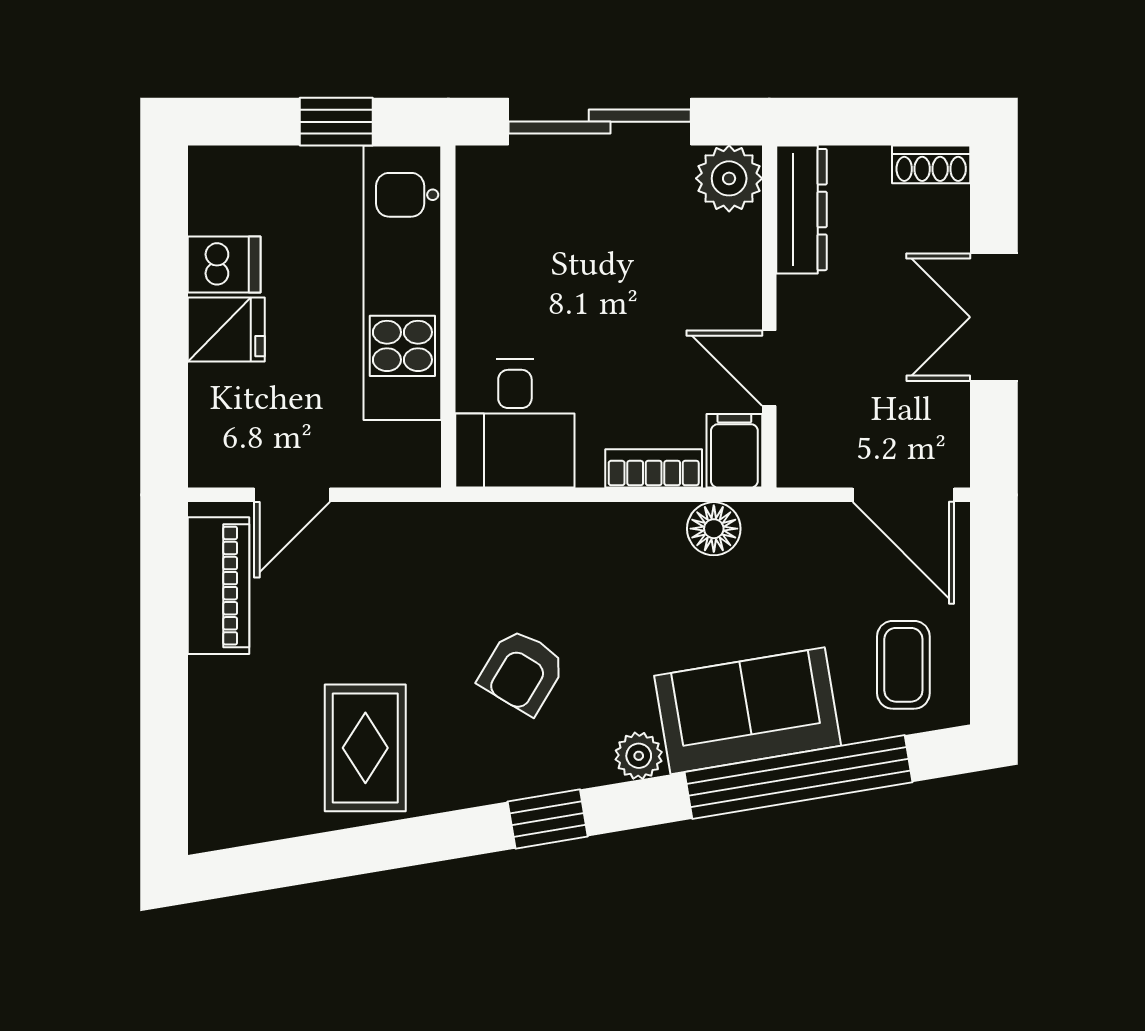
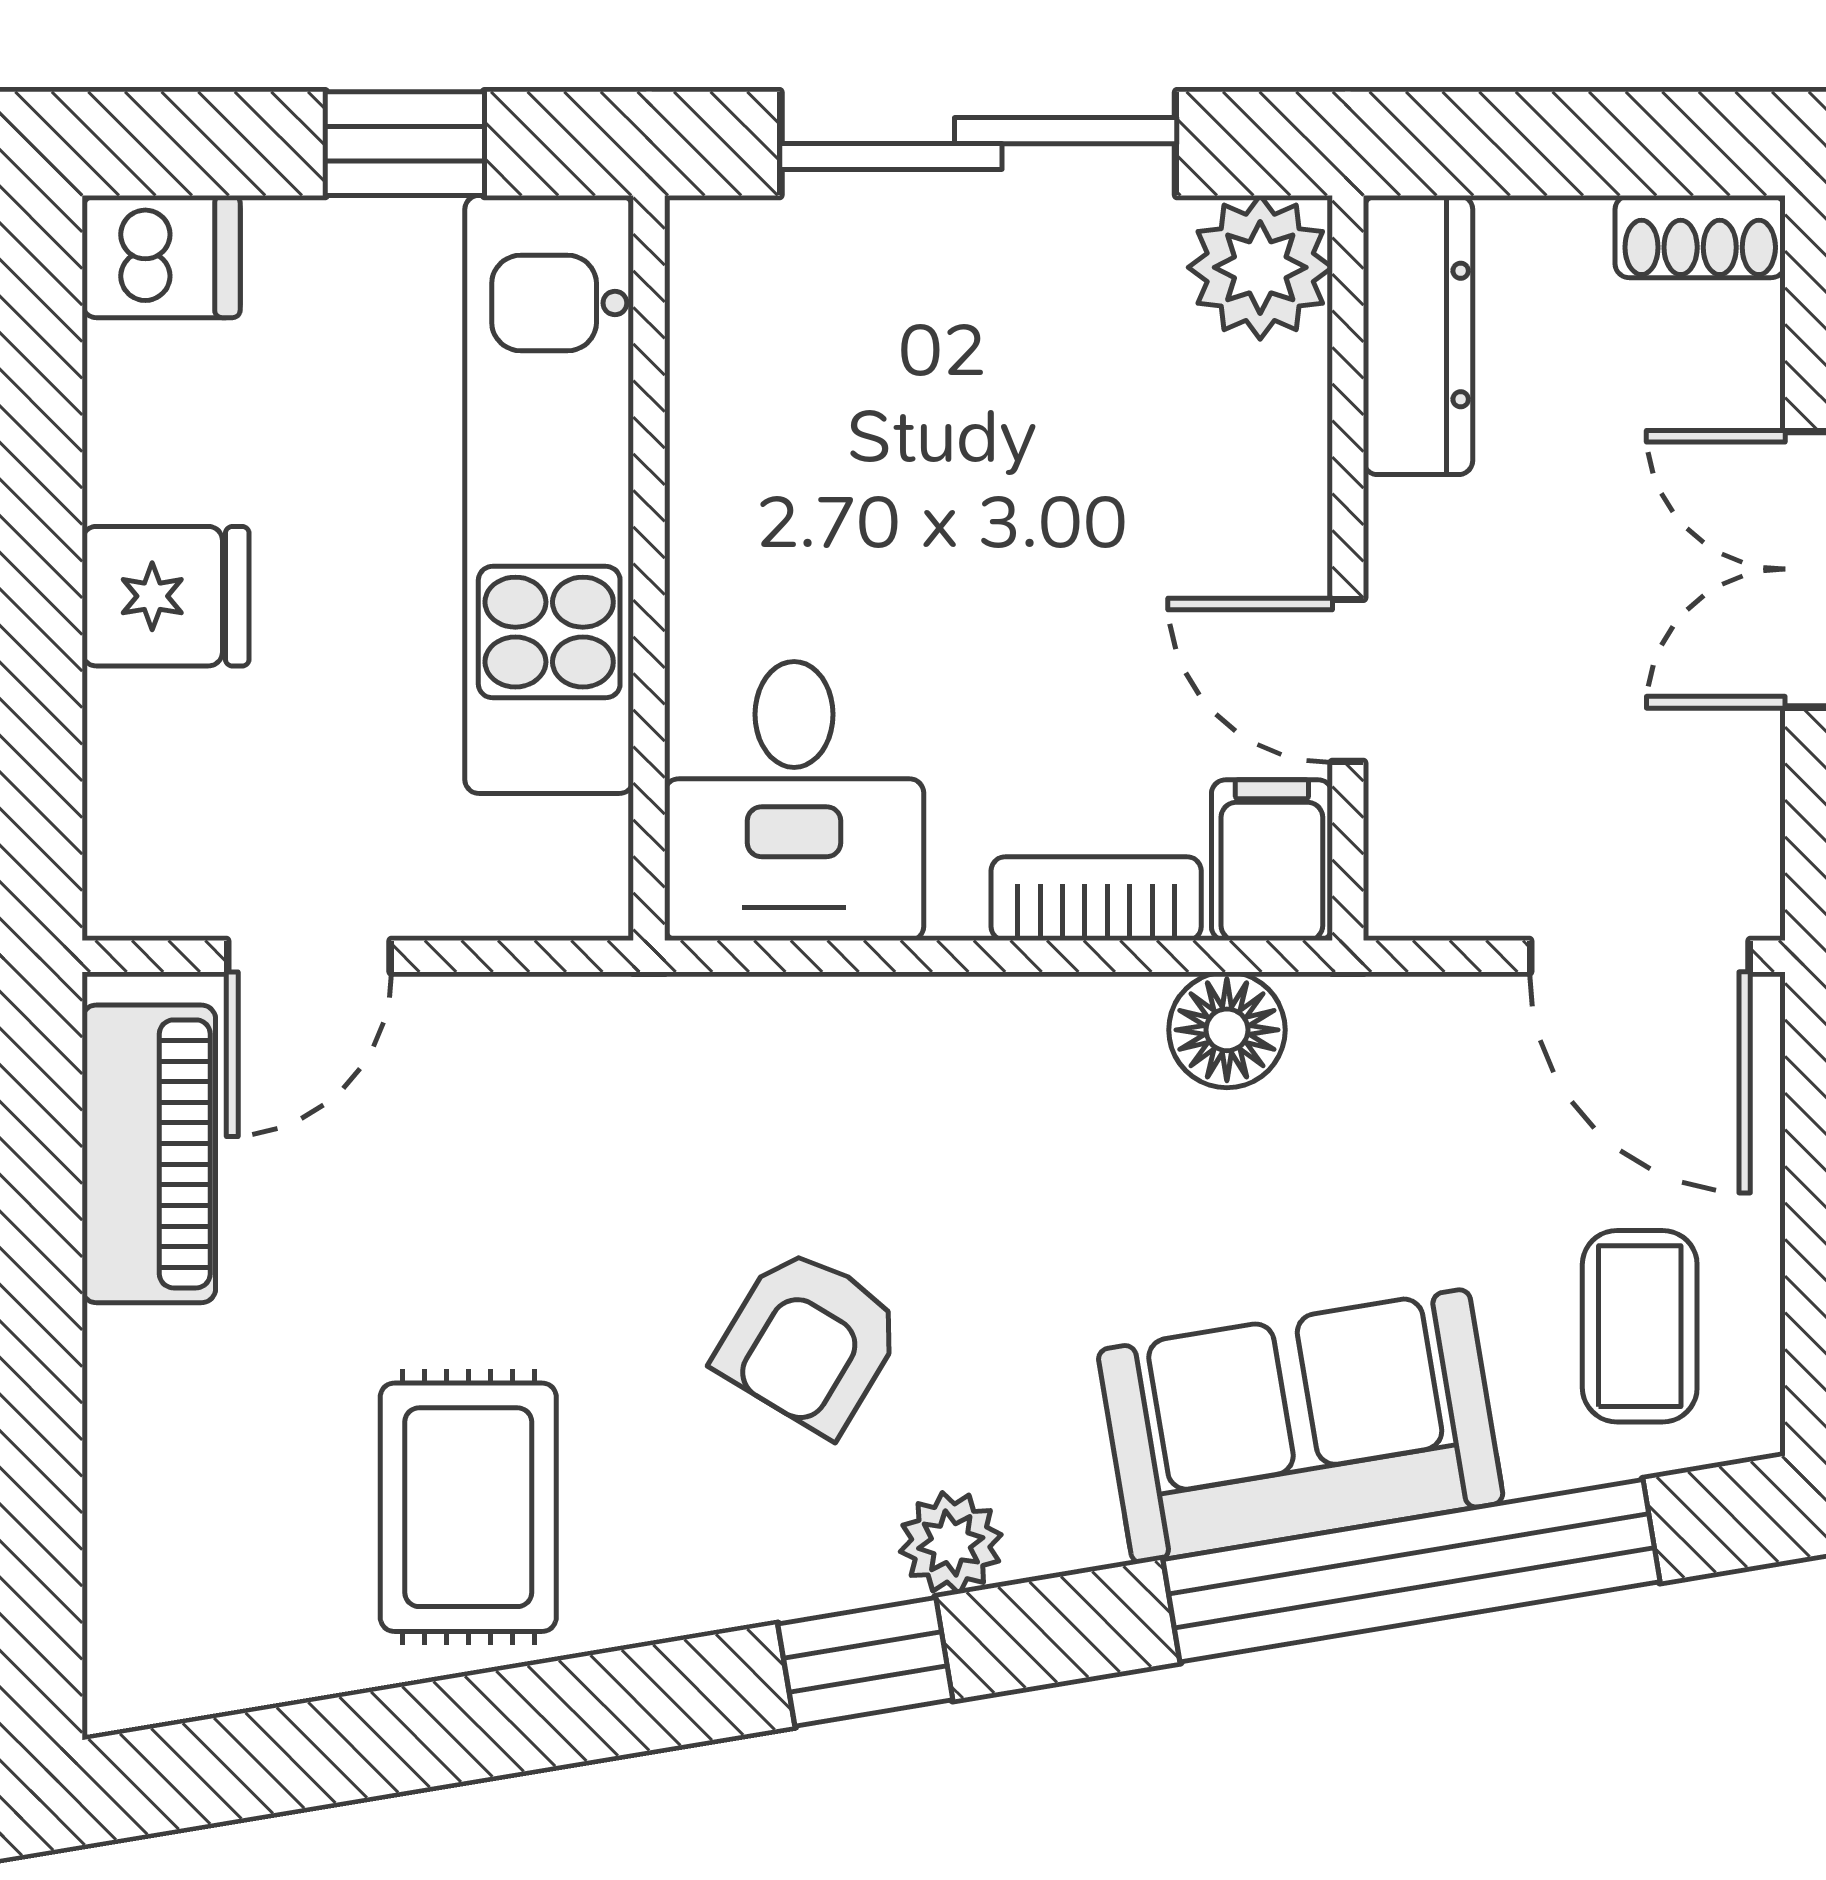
dishwasher: (224, 264) -> (161, 257), moved
plant: (639, 756) -> (951, 1543), moved

